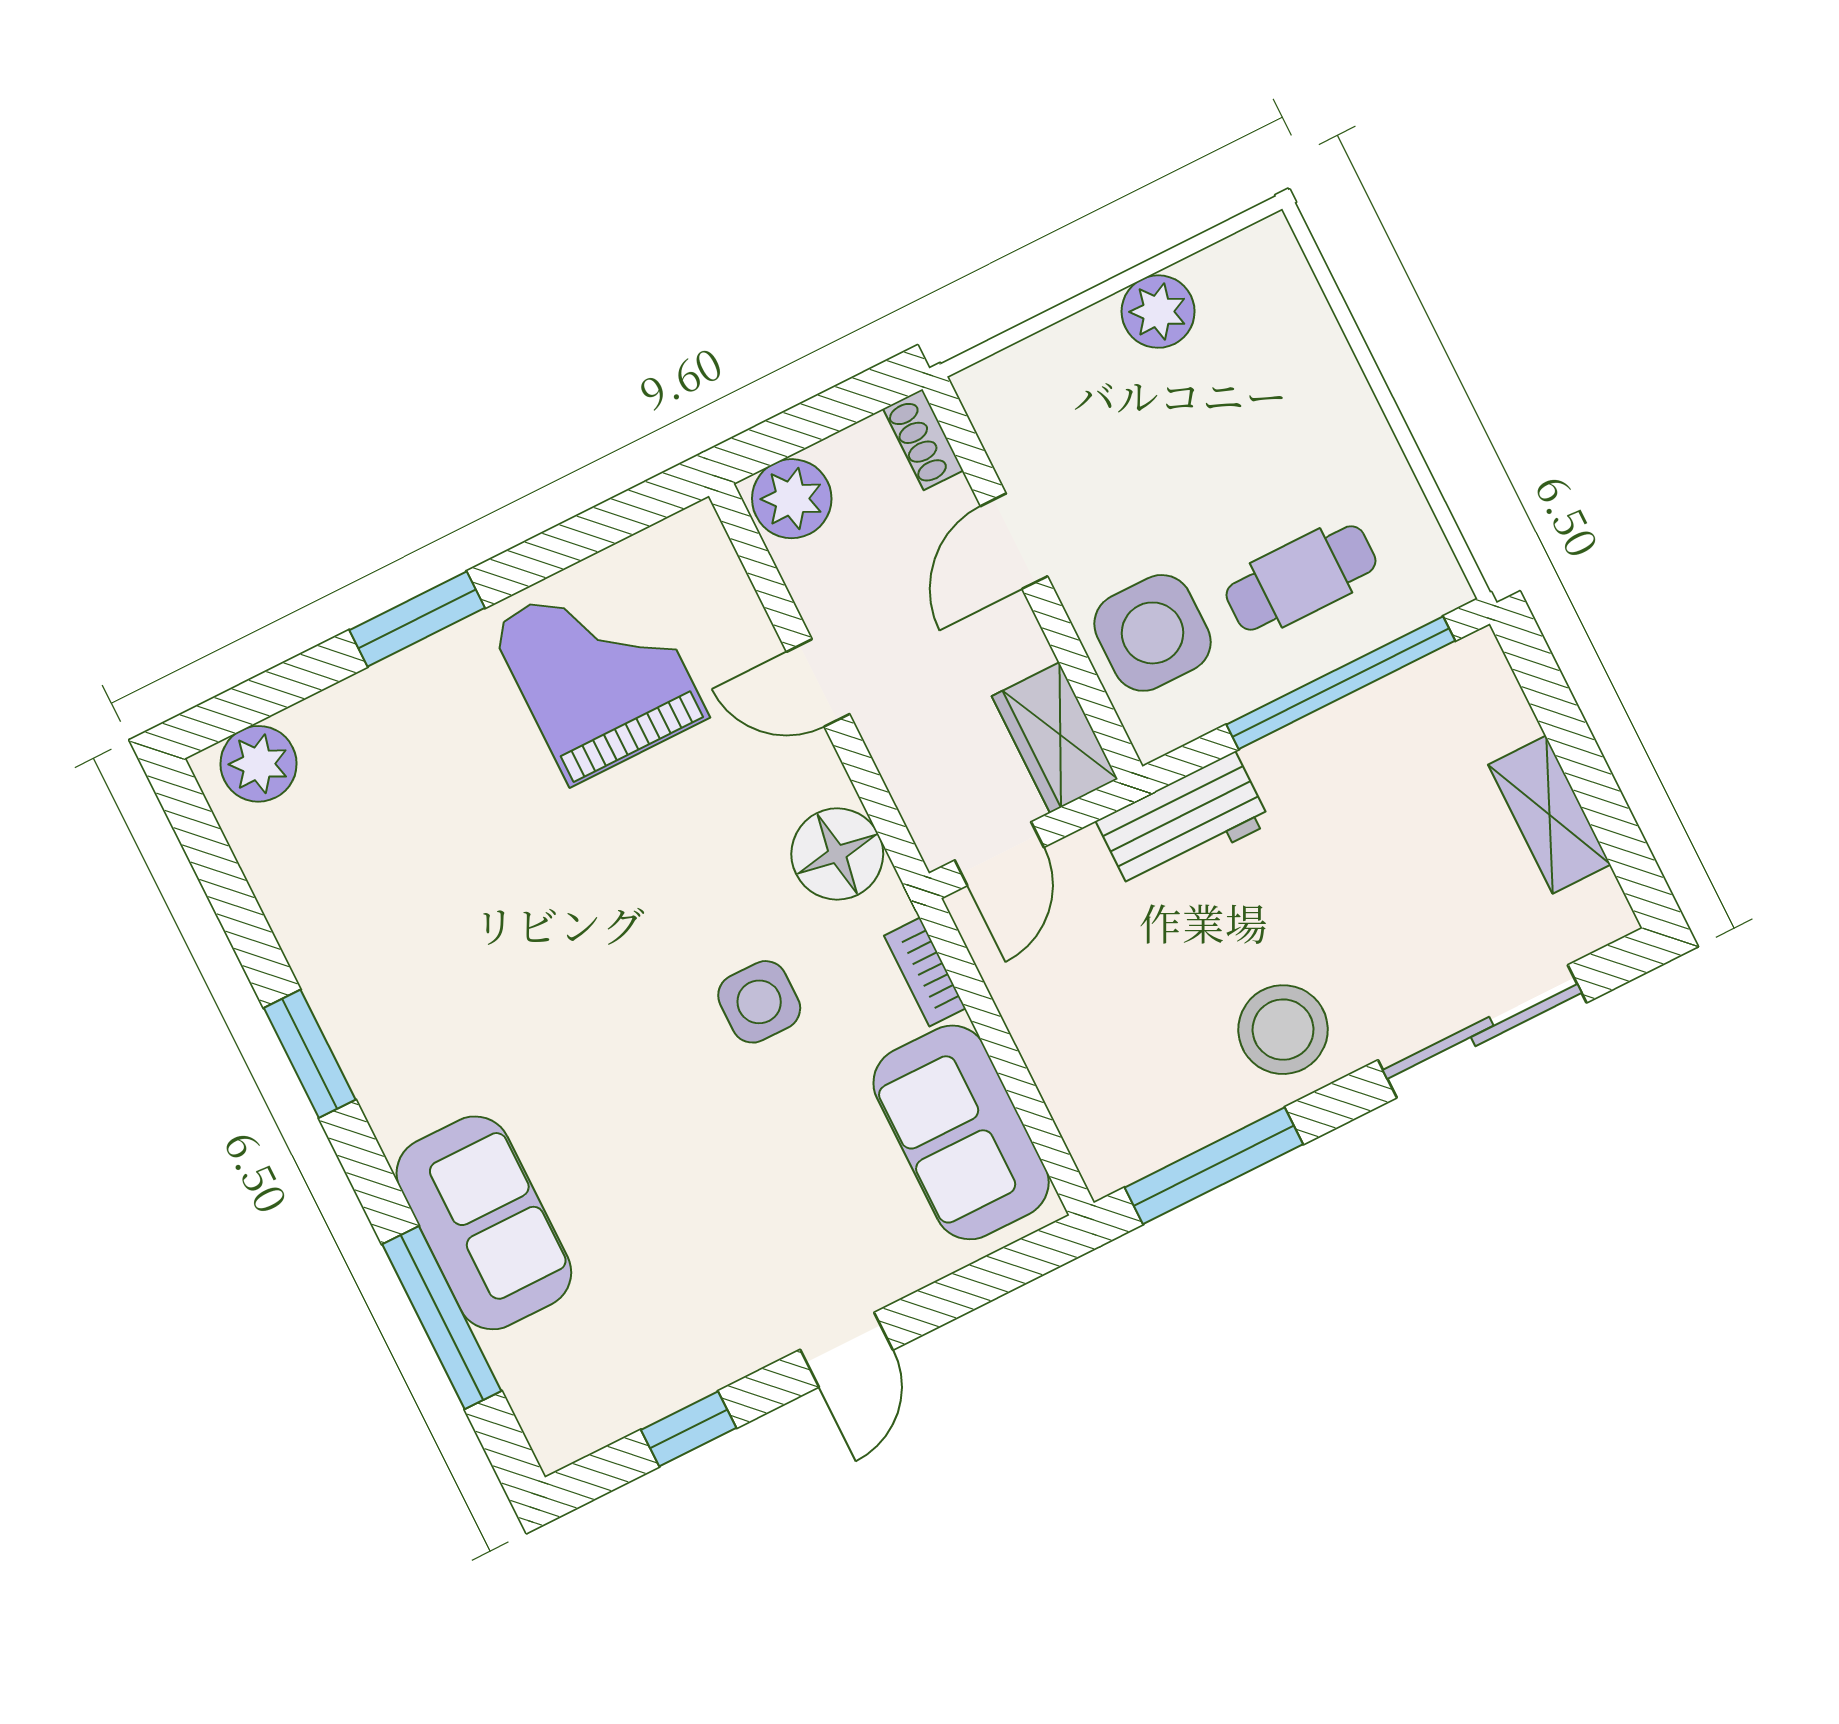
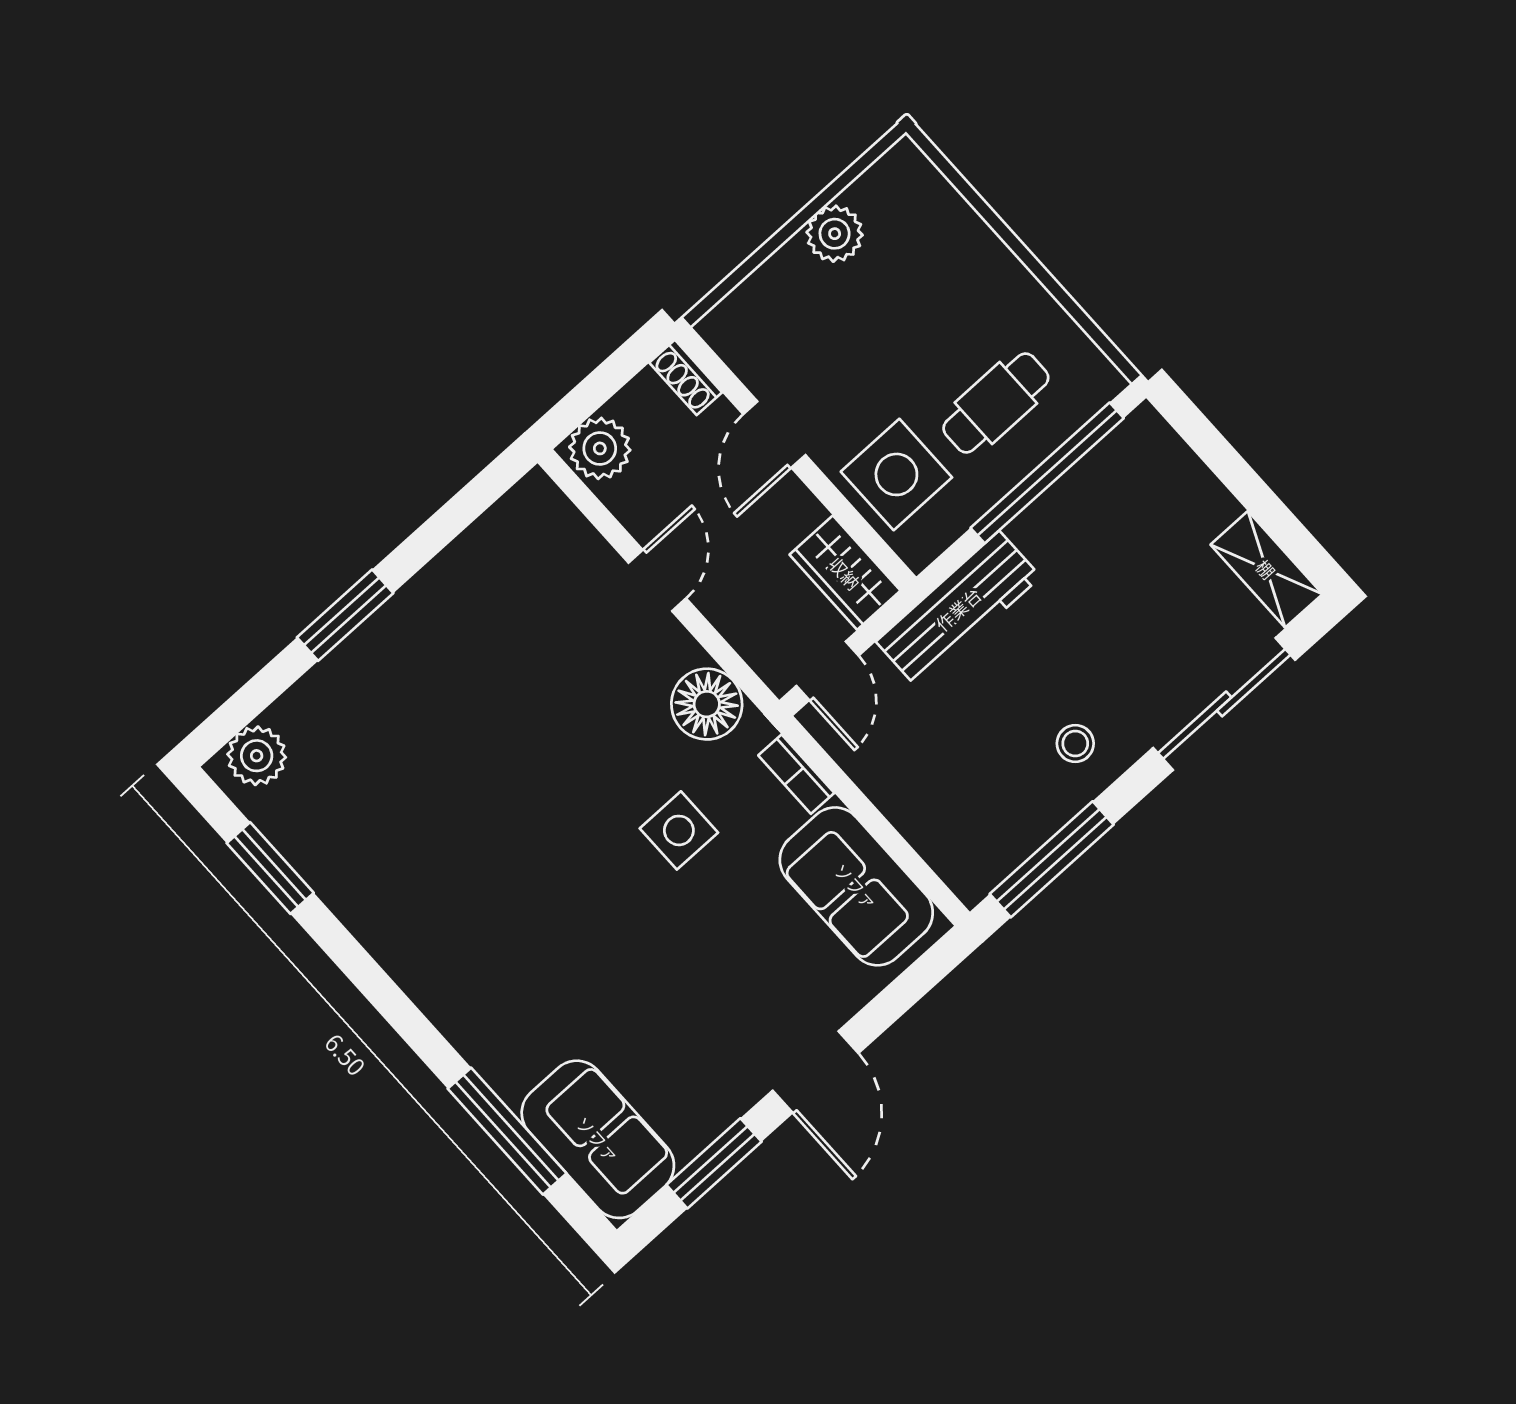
grand piano: (599, 672) -> (492, 617), removed
door: (818, 683) -> (657, 580), swing flipped
shelving: (1549, 815) -> (1266, 569), moved
workbench: (1183, 822) -> (958, 609), width x1.37
stool: (1283, 1030) -> (1075, 743), width x0.53, depth x0.53
window: (310, 1054) -> (270, 868), moved
sofa: (484, 1223) -> (598, 1139), moved
door: (847, 1350) -> (815, 1072), width x1.38
window: (689, 1429) -> (714, 1163), width x1.50

